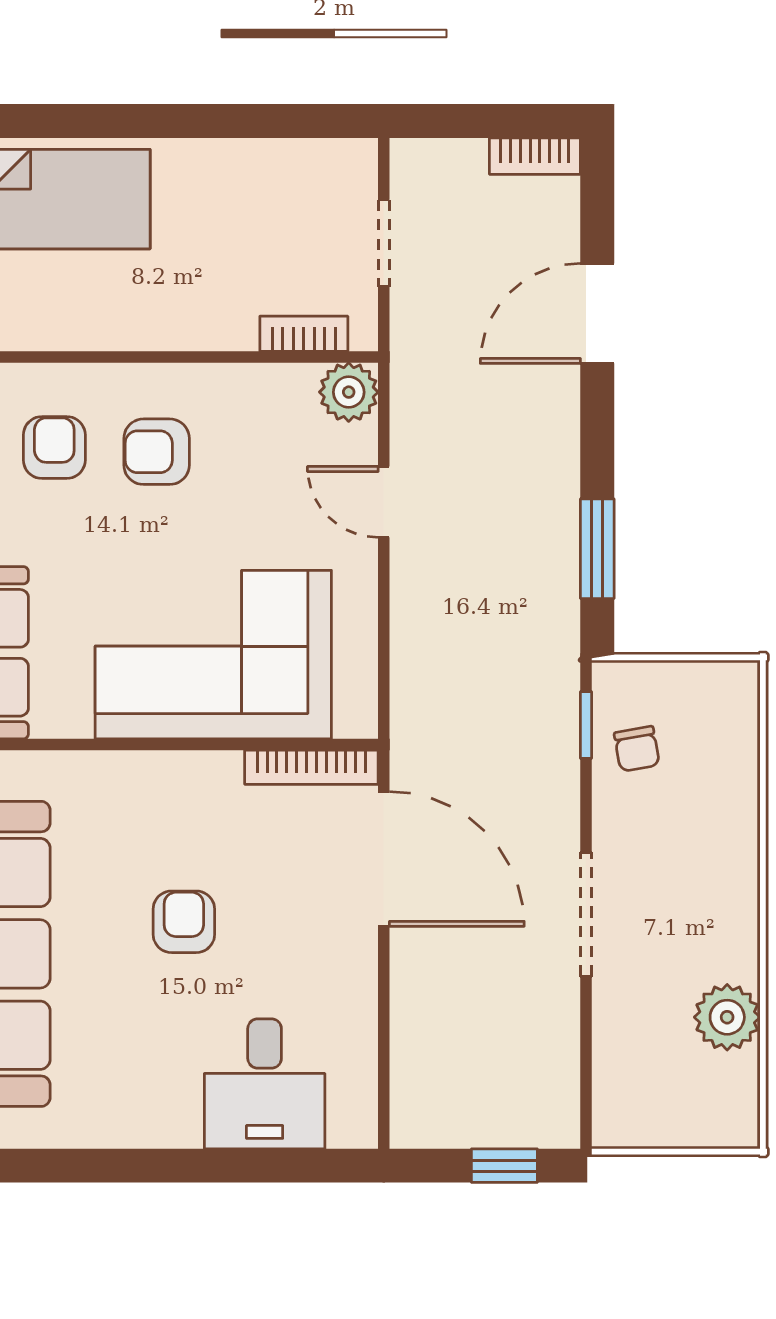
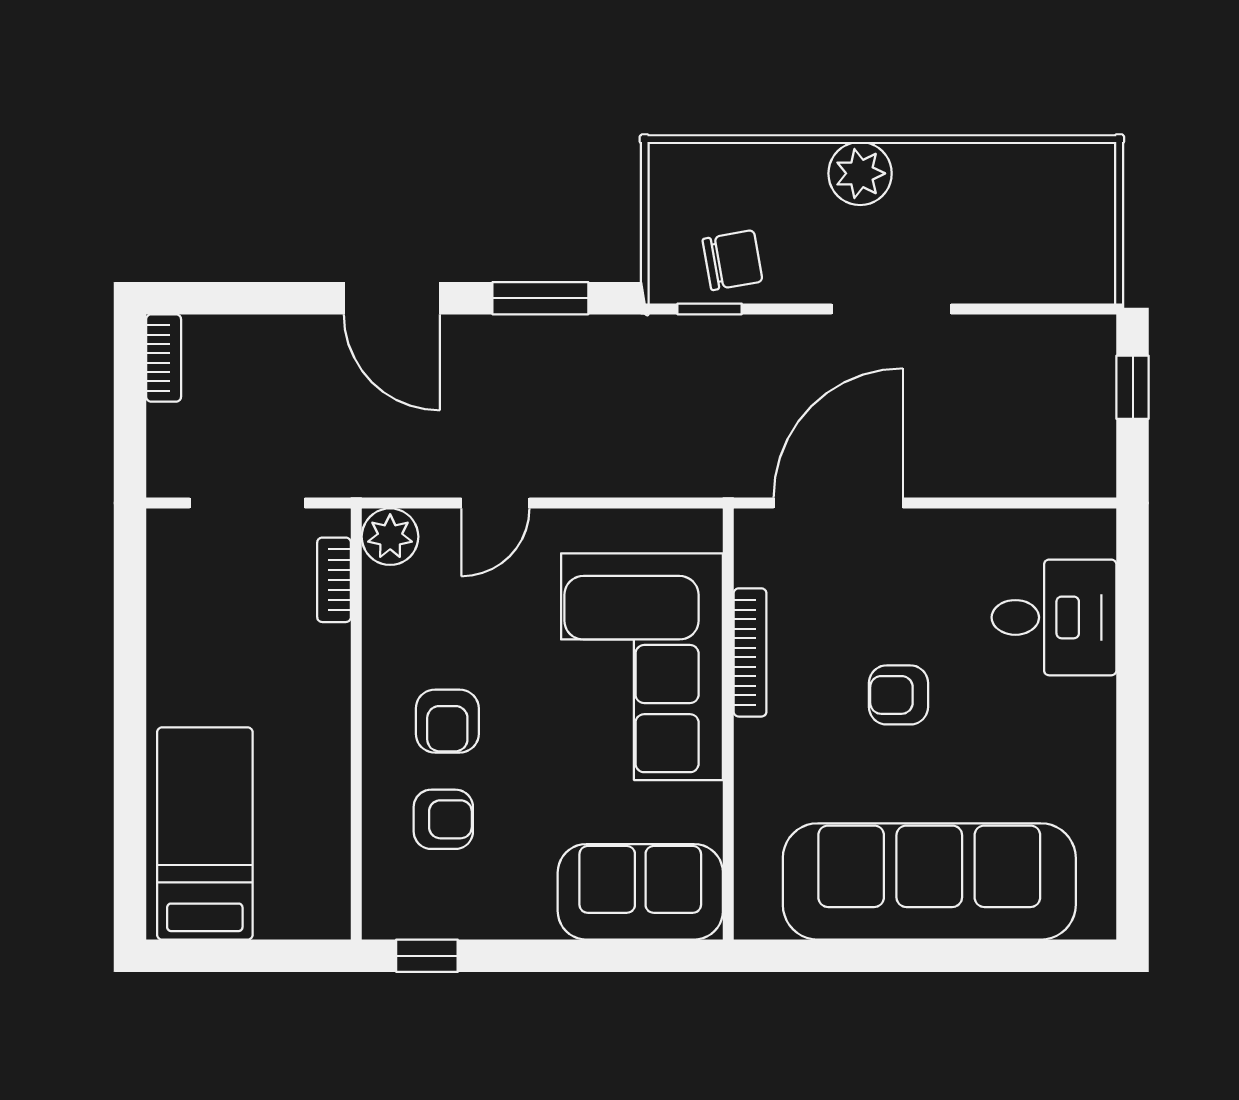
doorway: (384, 243) -> (247, 503), width x1.38
door: (597, 313) -> (392, 298), moved
armchair: (54, 448) -> (443, 819), turned 180
chair: (637, 749) -> (732, 260), width x1.37, depth x1.37
bookcase: (311, 767) -> (750, 652), moved
plant: (727, 1017) -> (860, 173), moved

